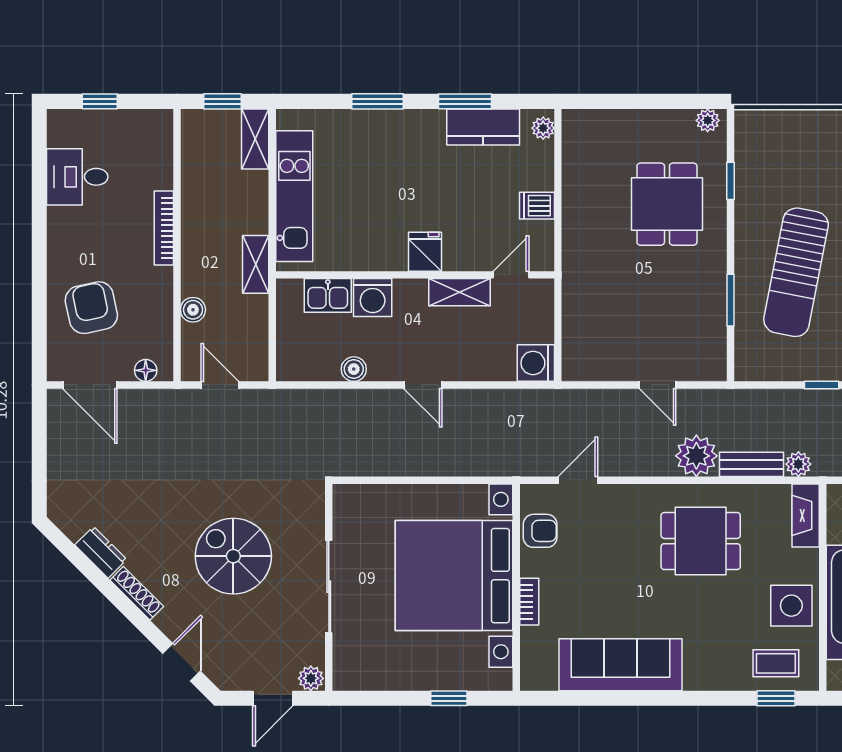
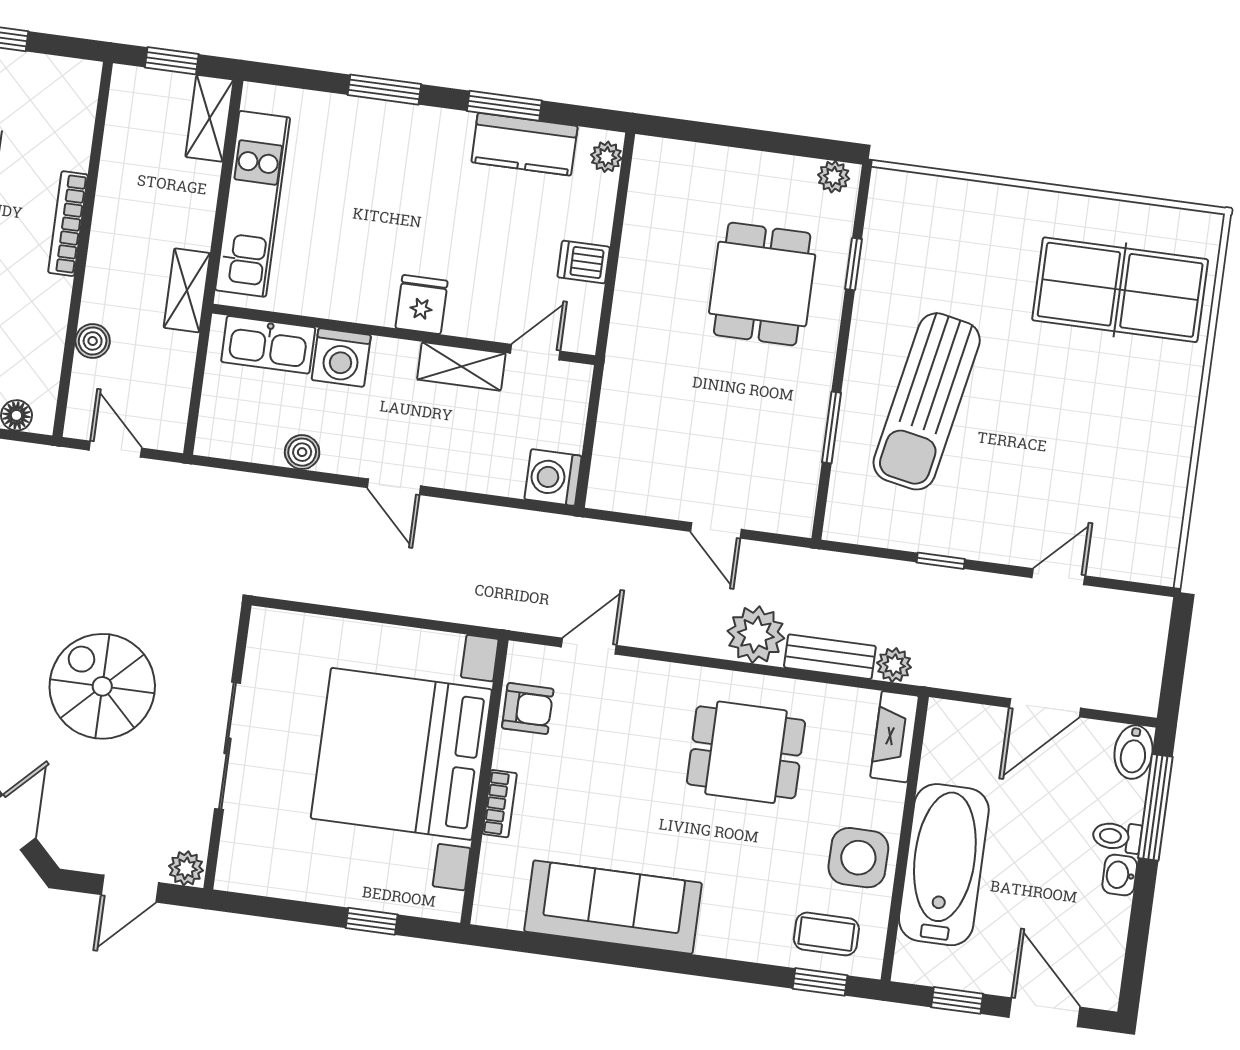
kitchen sink: (328, 295) -> (268, 345), width x1.38

